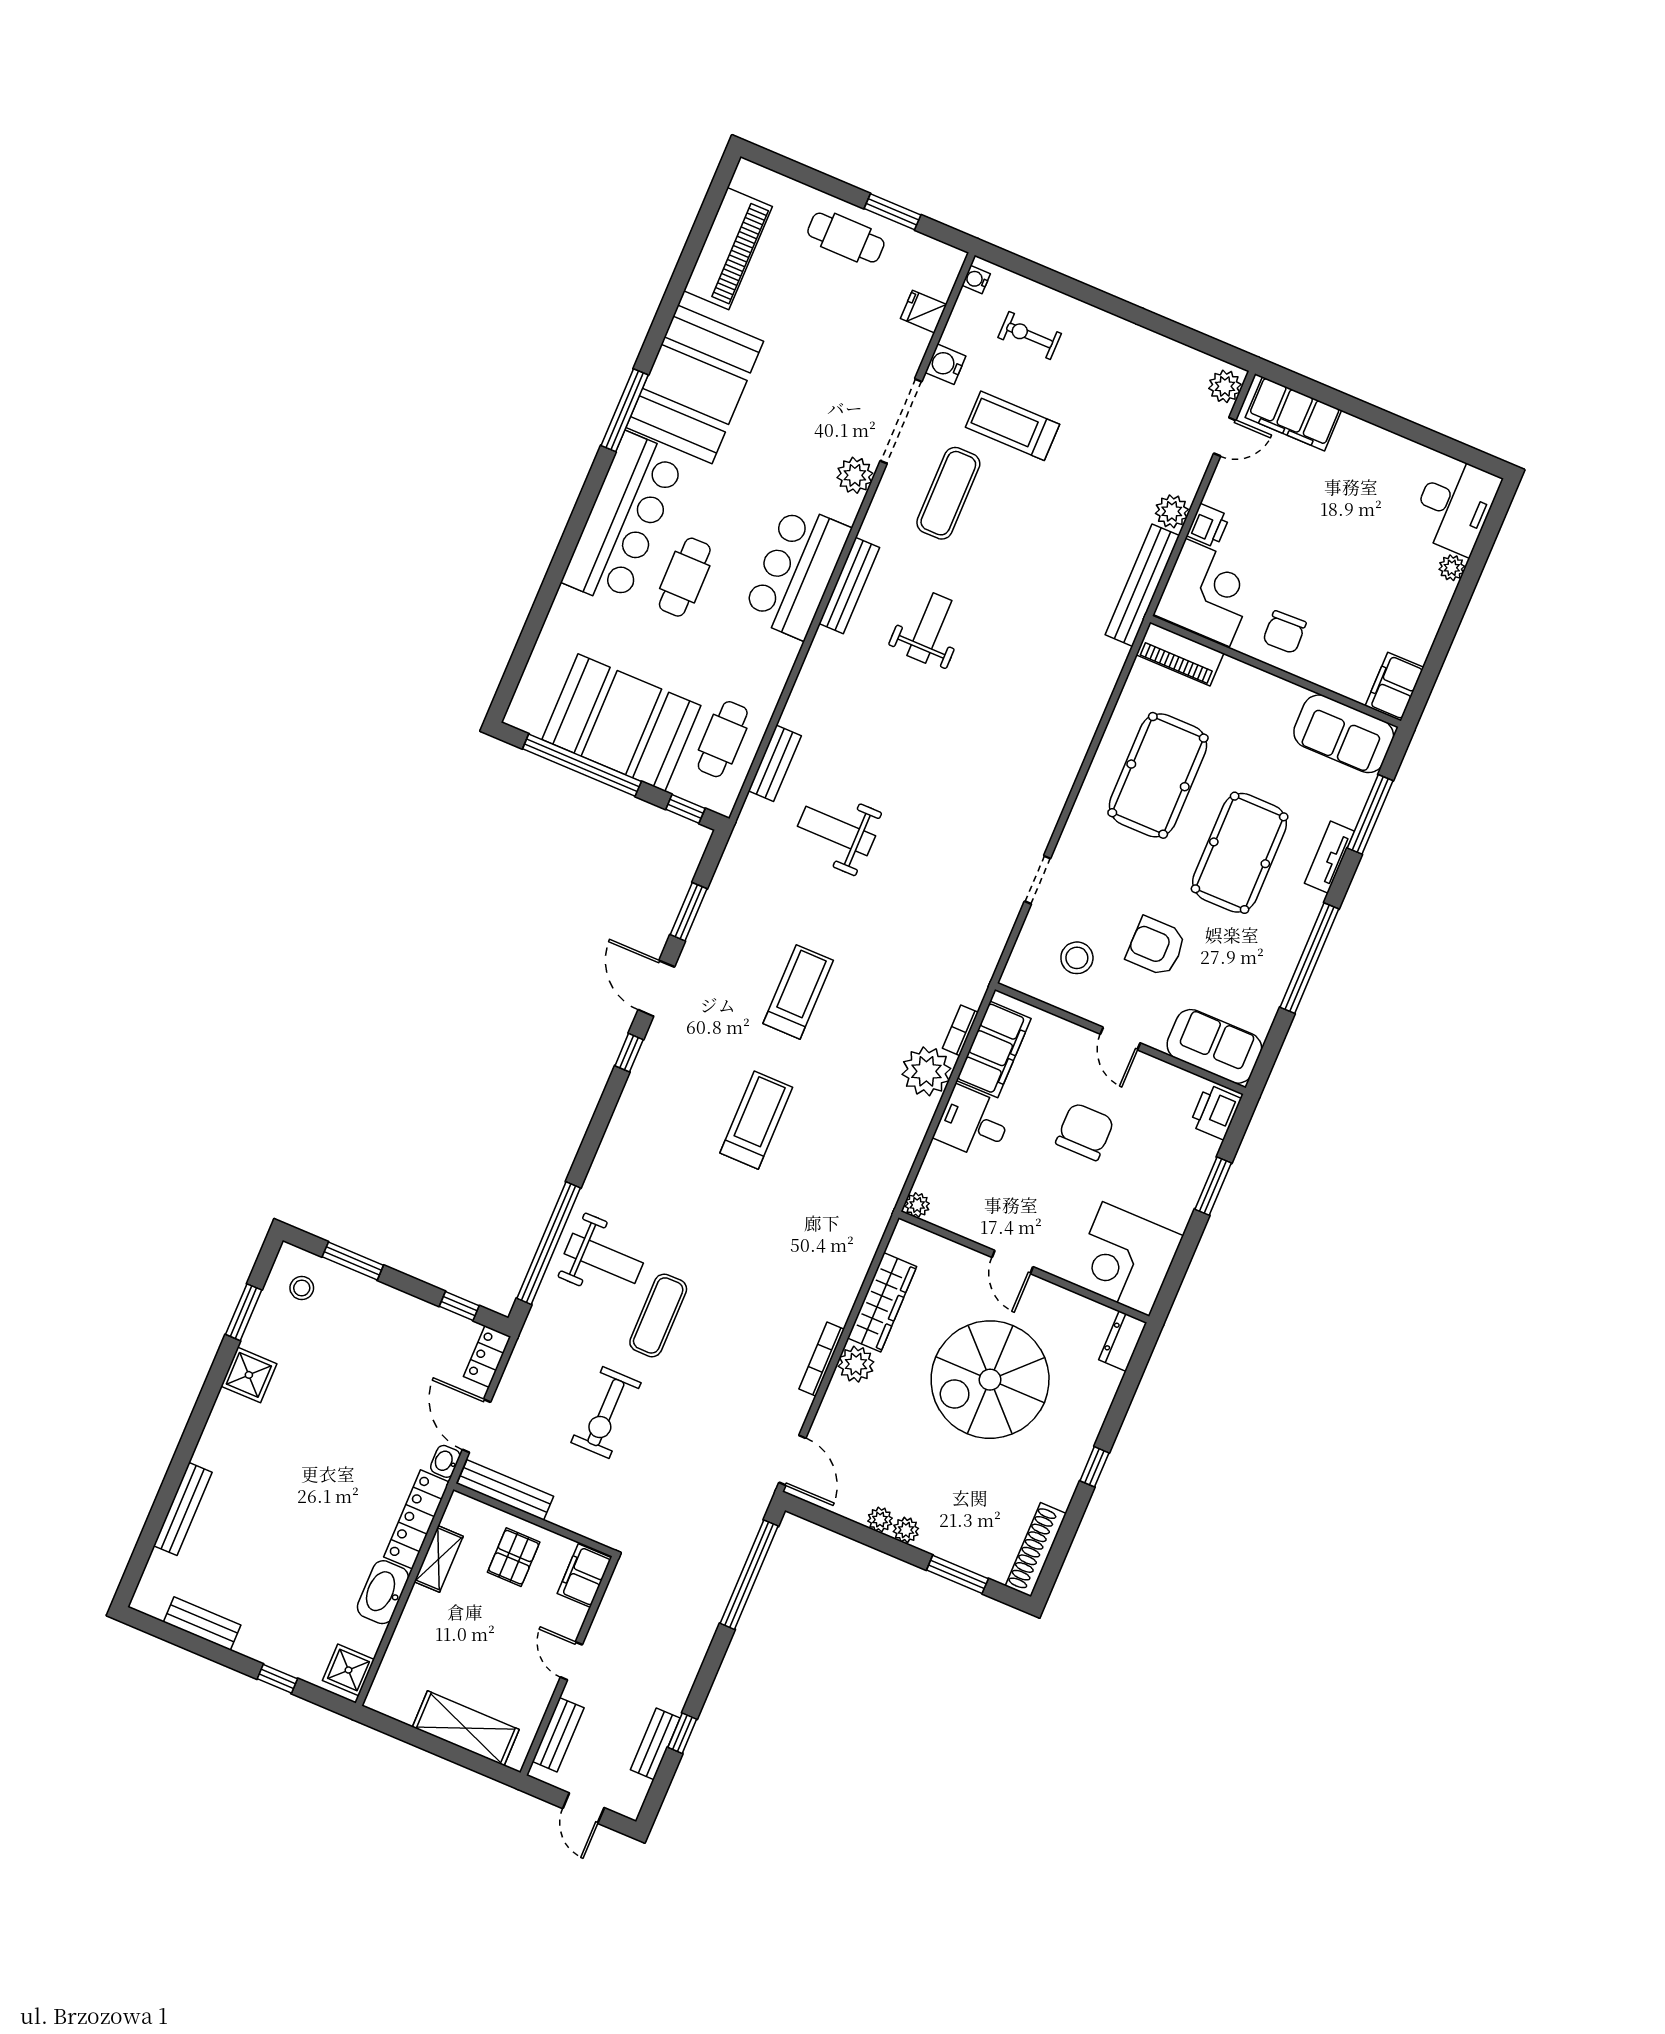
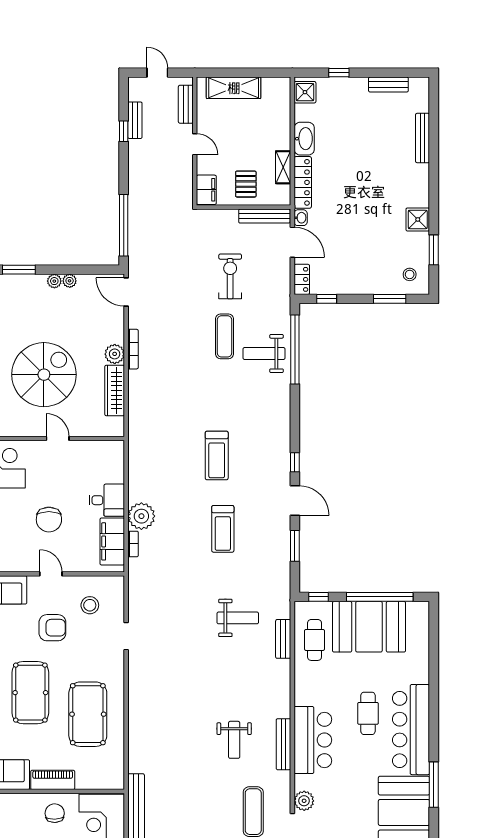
piano: (1180, 654) -> (53, 780), moved
plant: (917, 1205) -> (118, 447), removed

